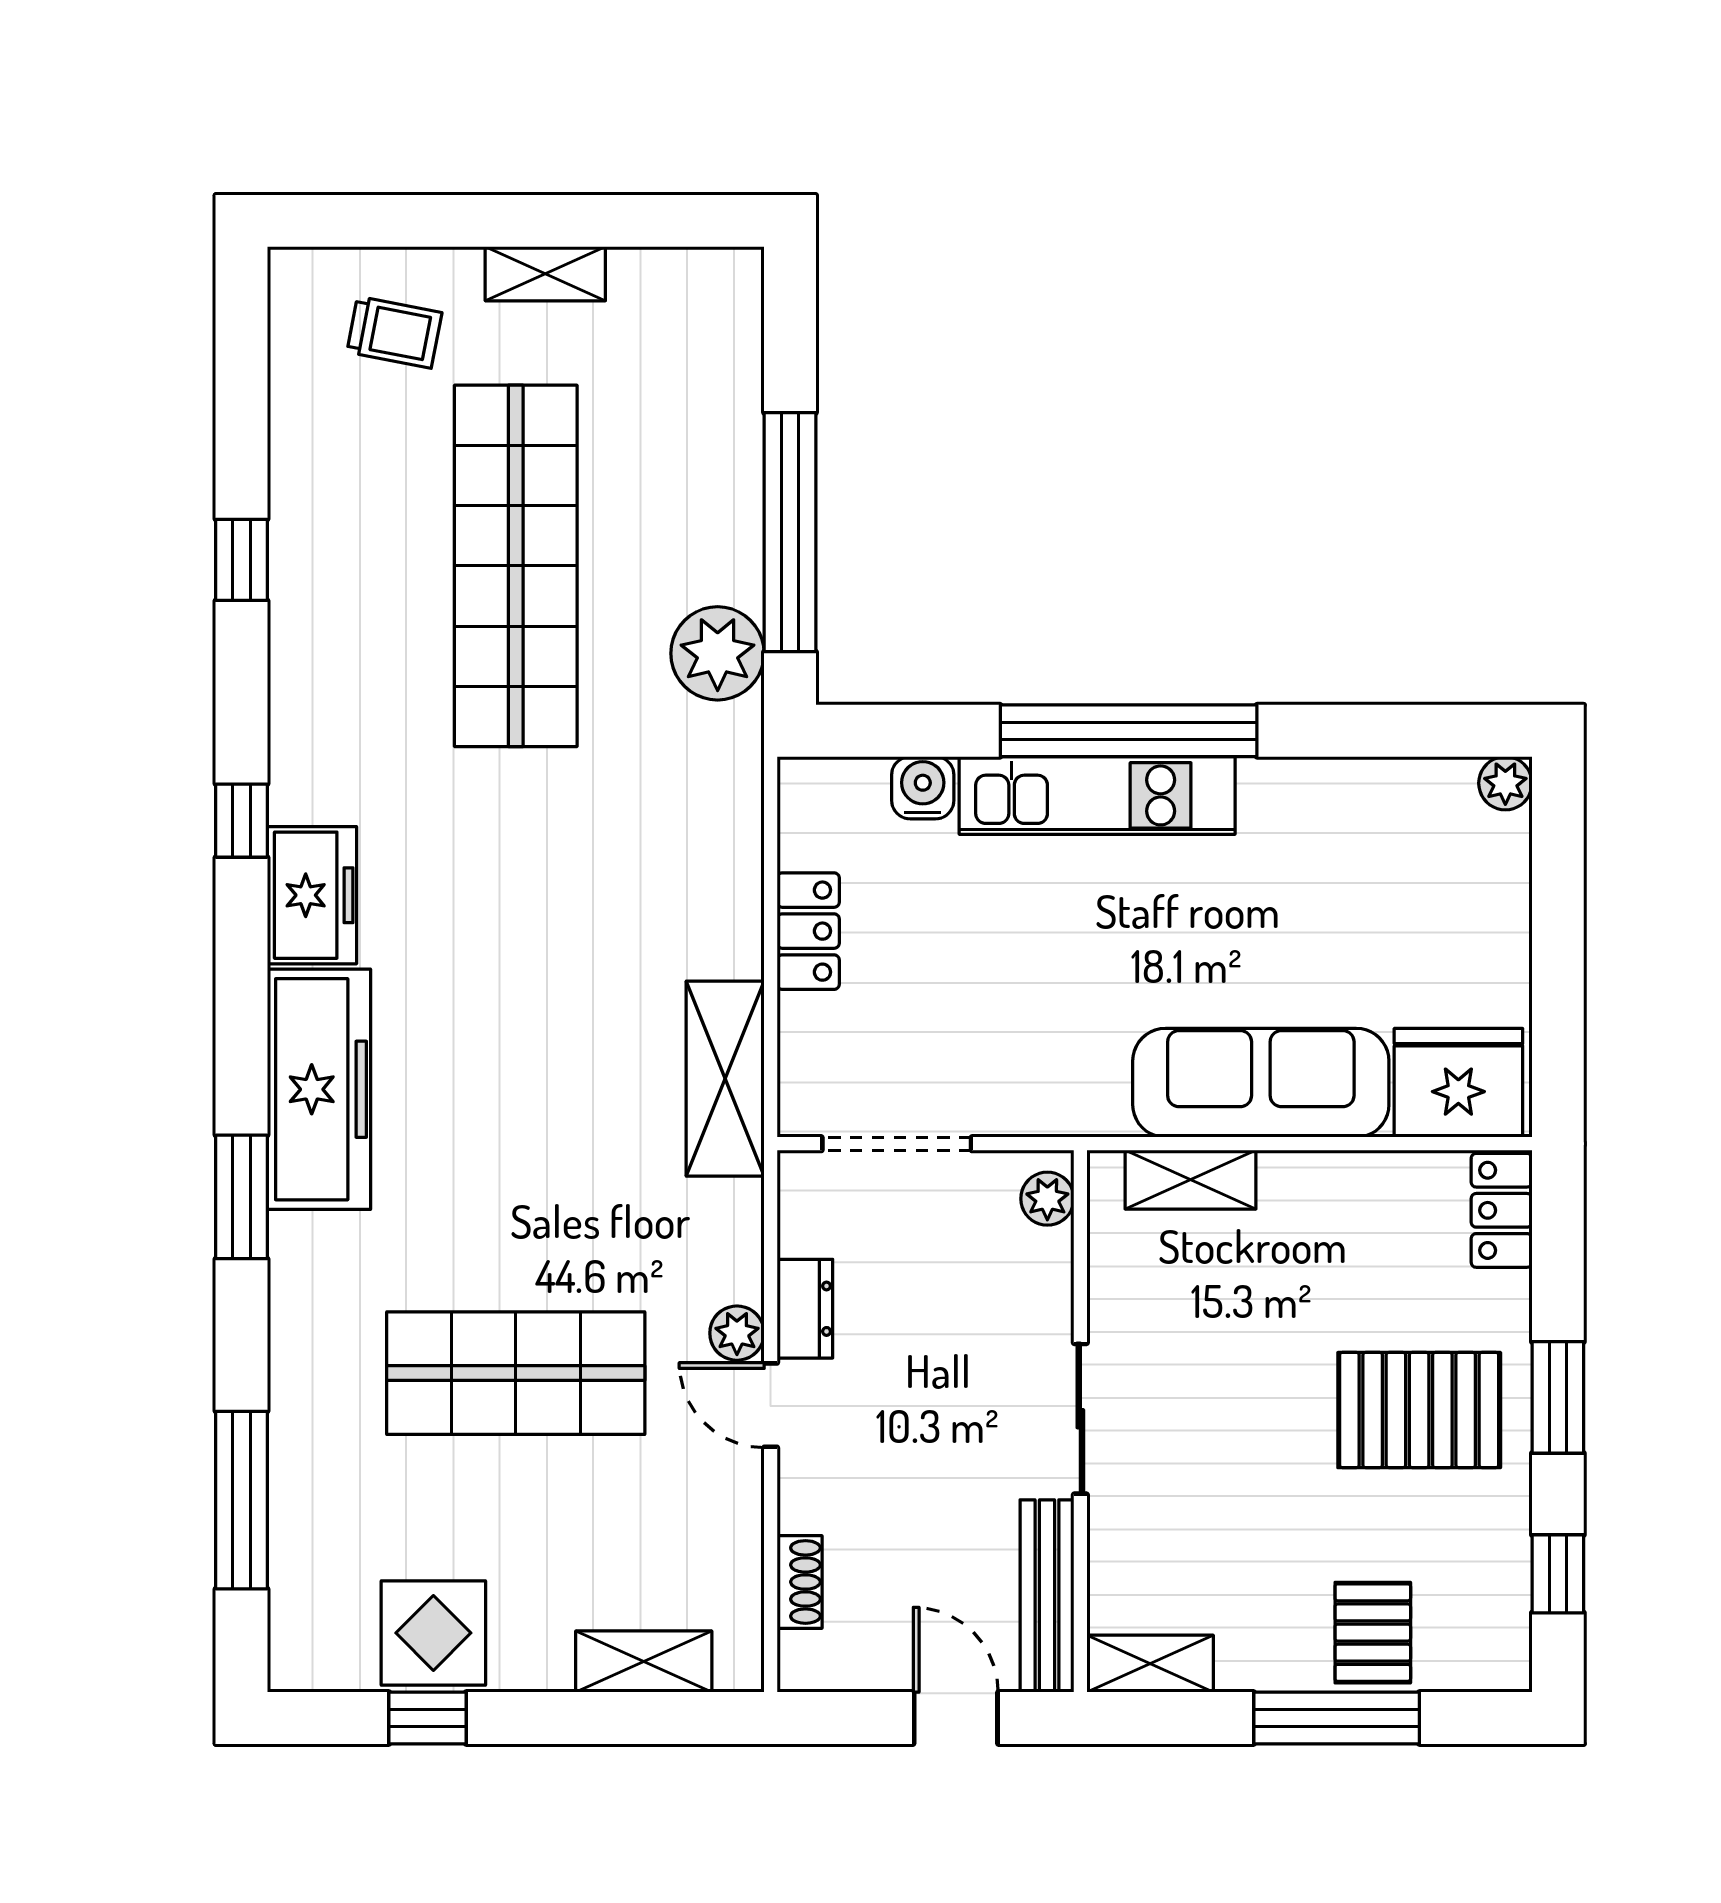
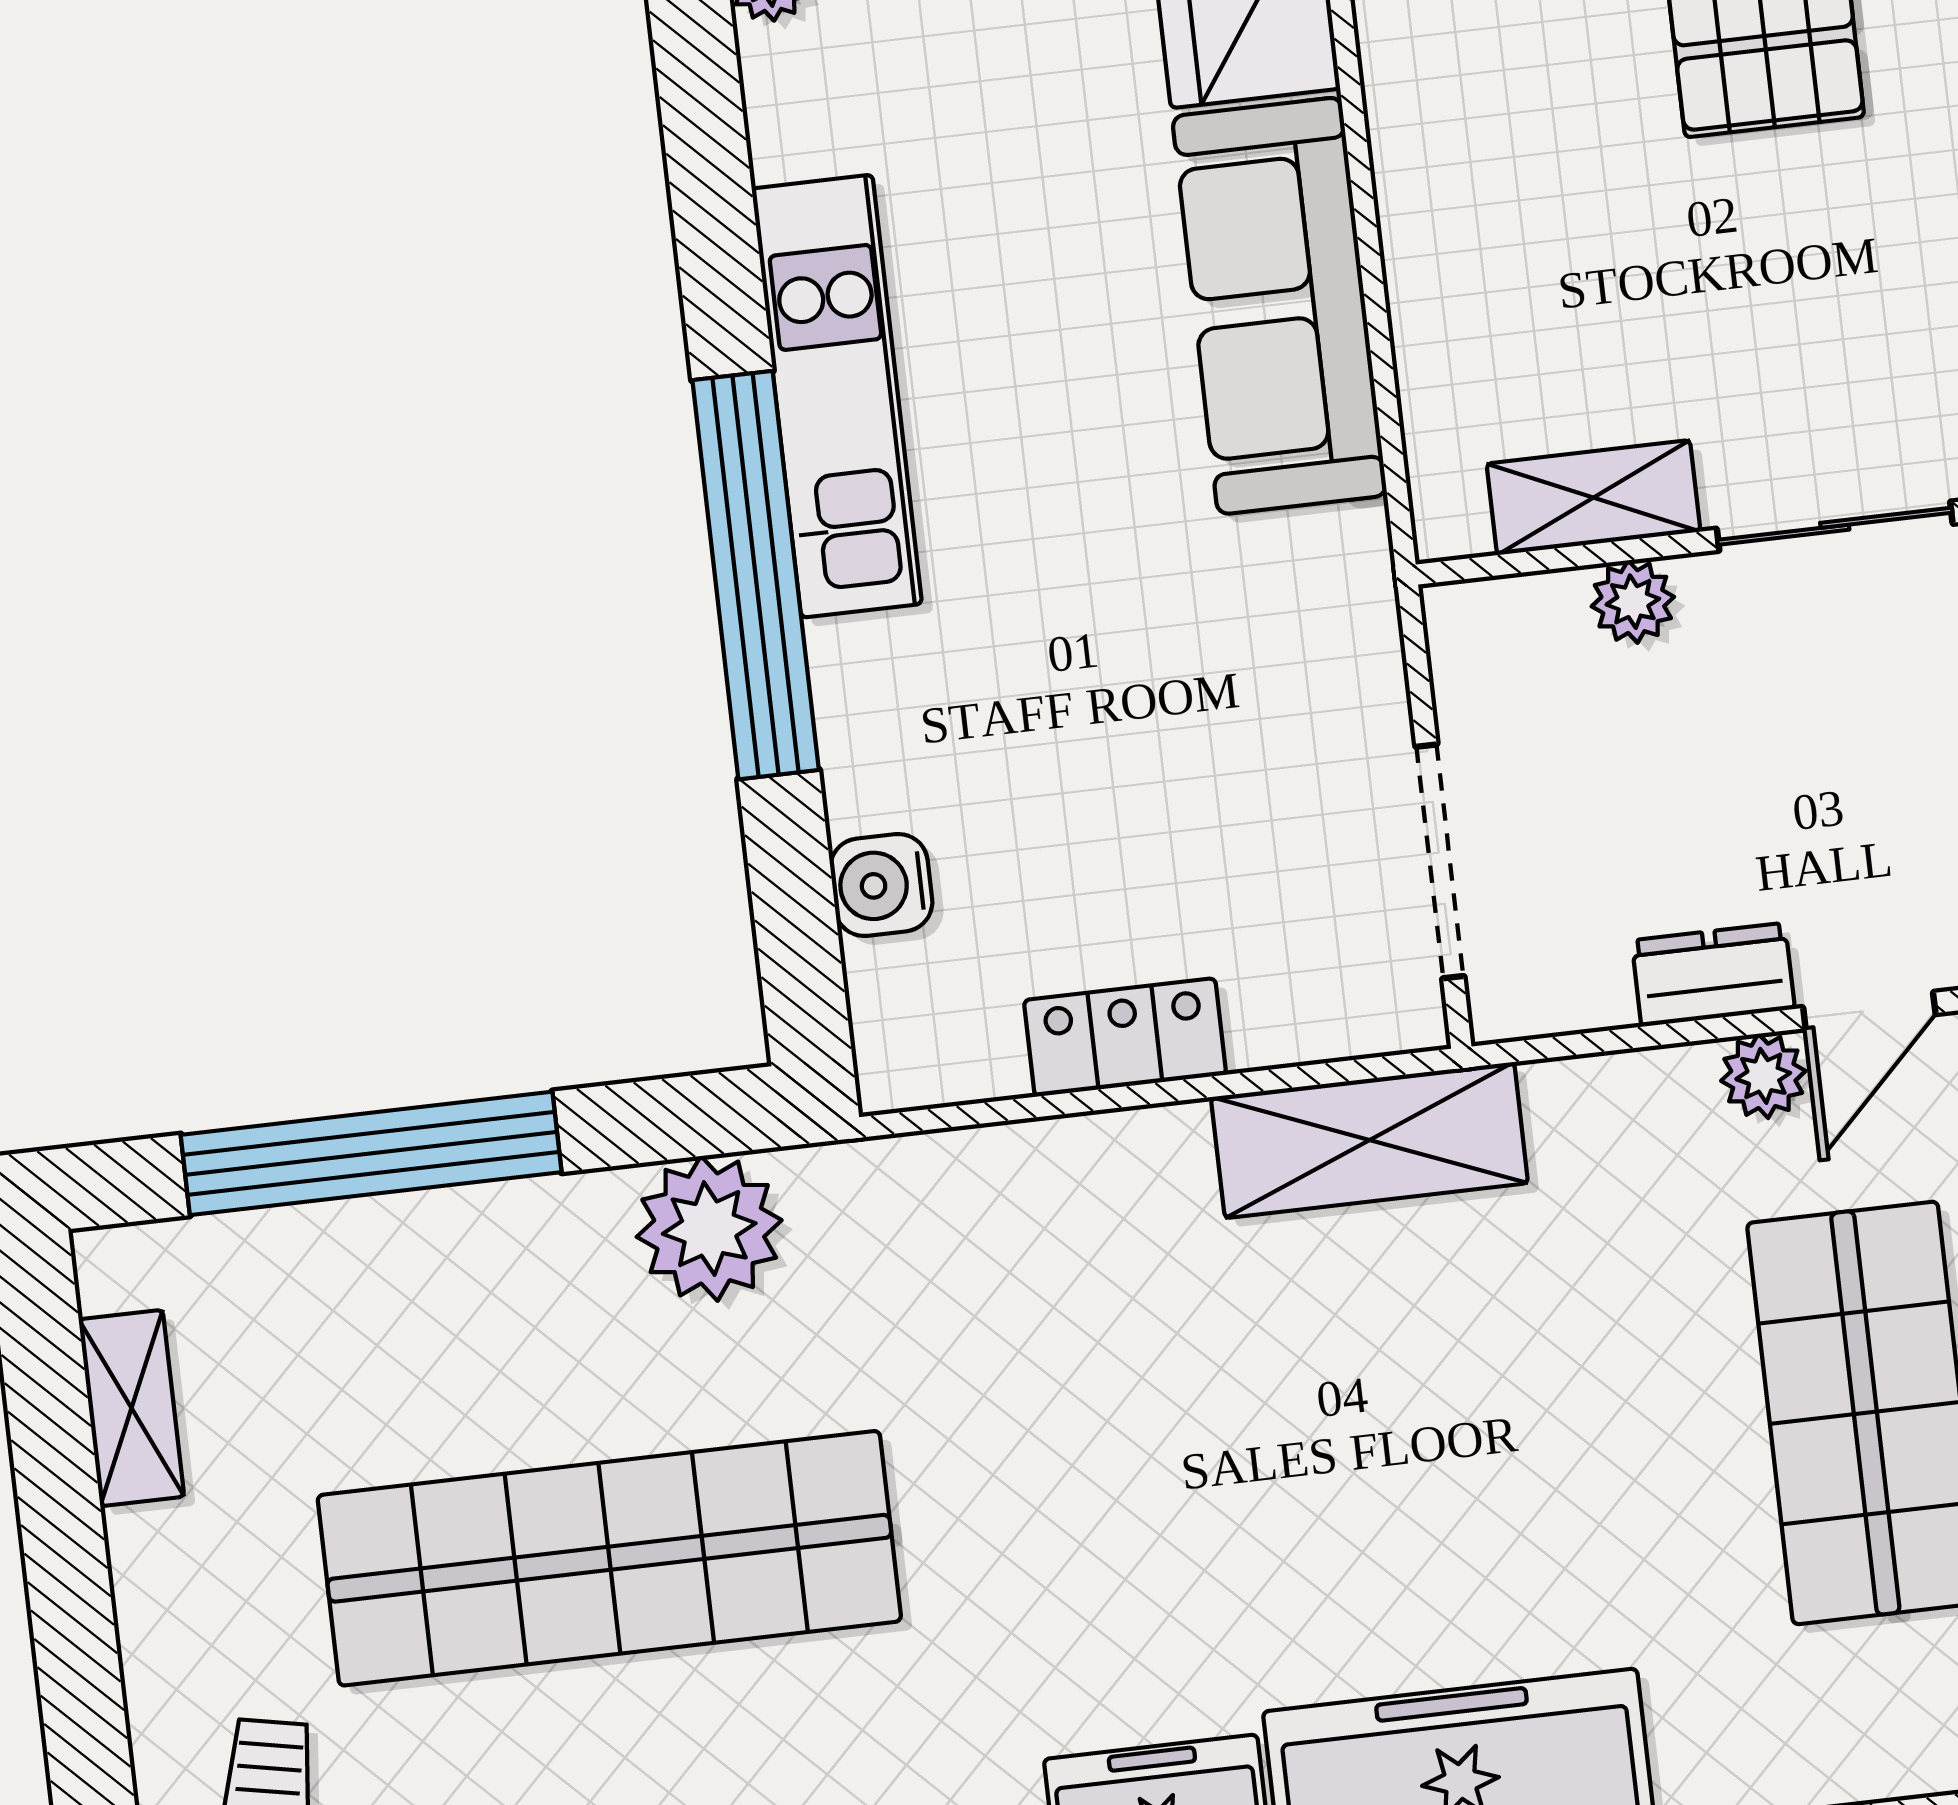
shelving: (545, 274) -> (131, 1408), moved
window: (790, 532) -> (371, 1153), moved
kitchen unit: (1097, 795) -> (837, 396), moved
shelving: (1191, 1180) -> (1594, 498), moved, turned 90
plant: (1047, 1199) -> (1633, 602), moved

